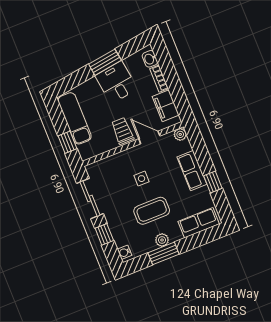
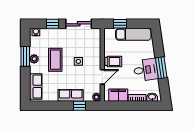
window: (213, 182) -> (79, 106), moved

